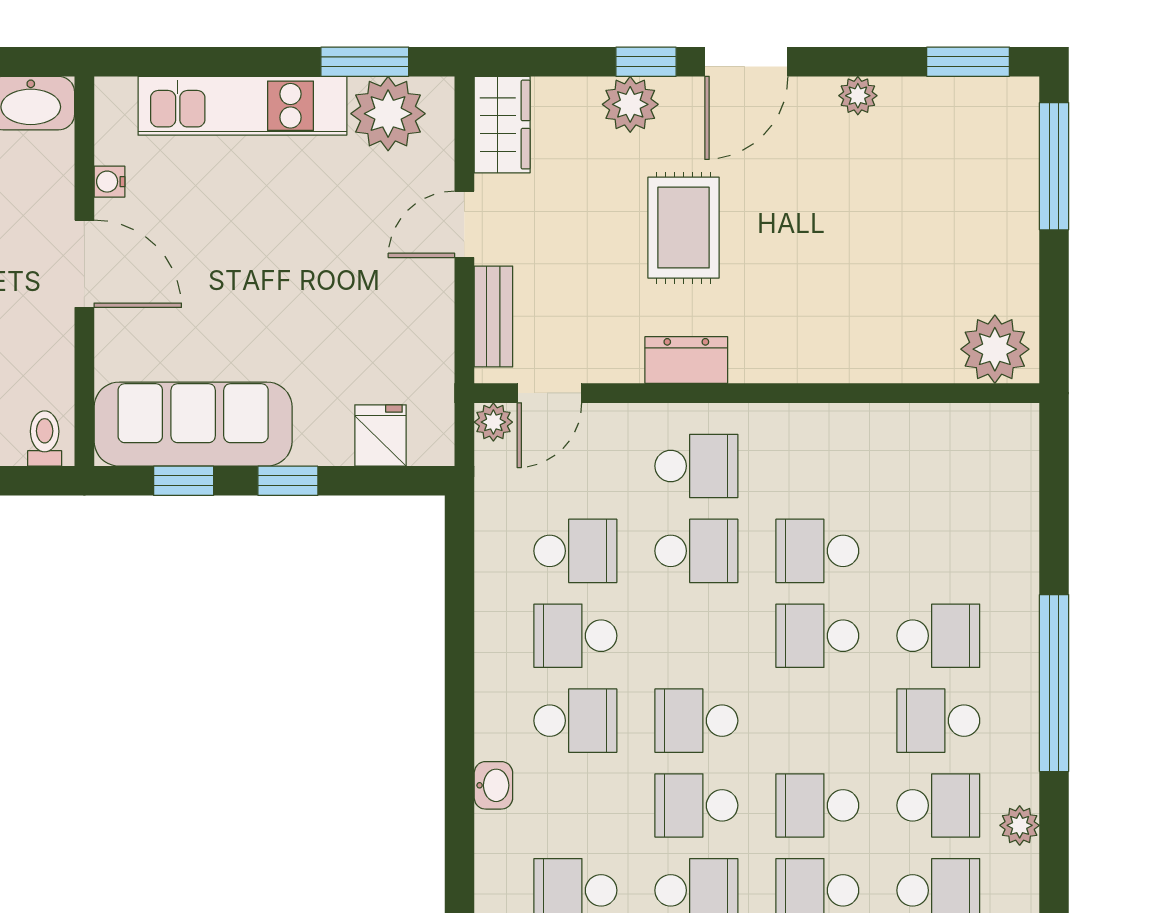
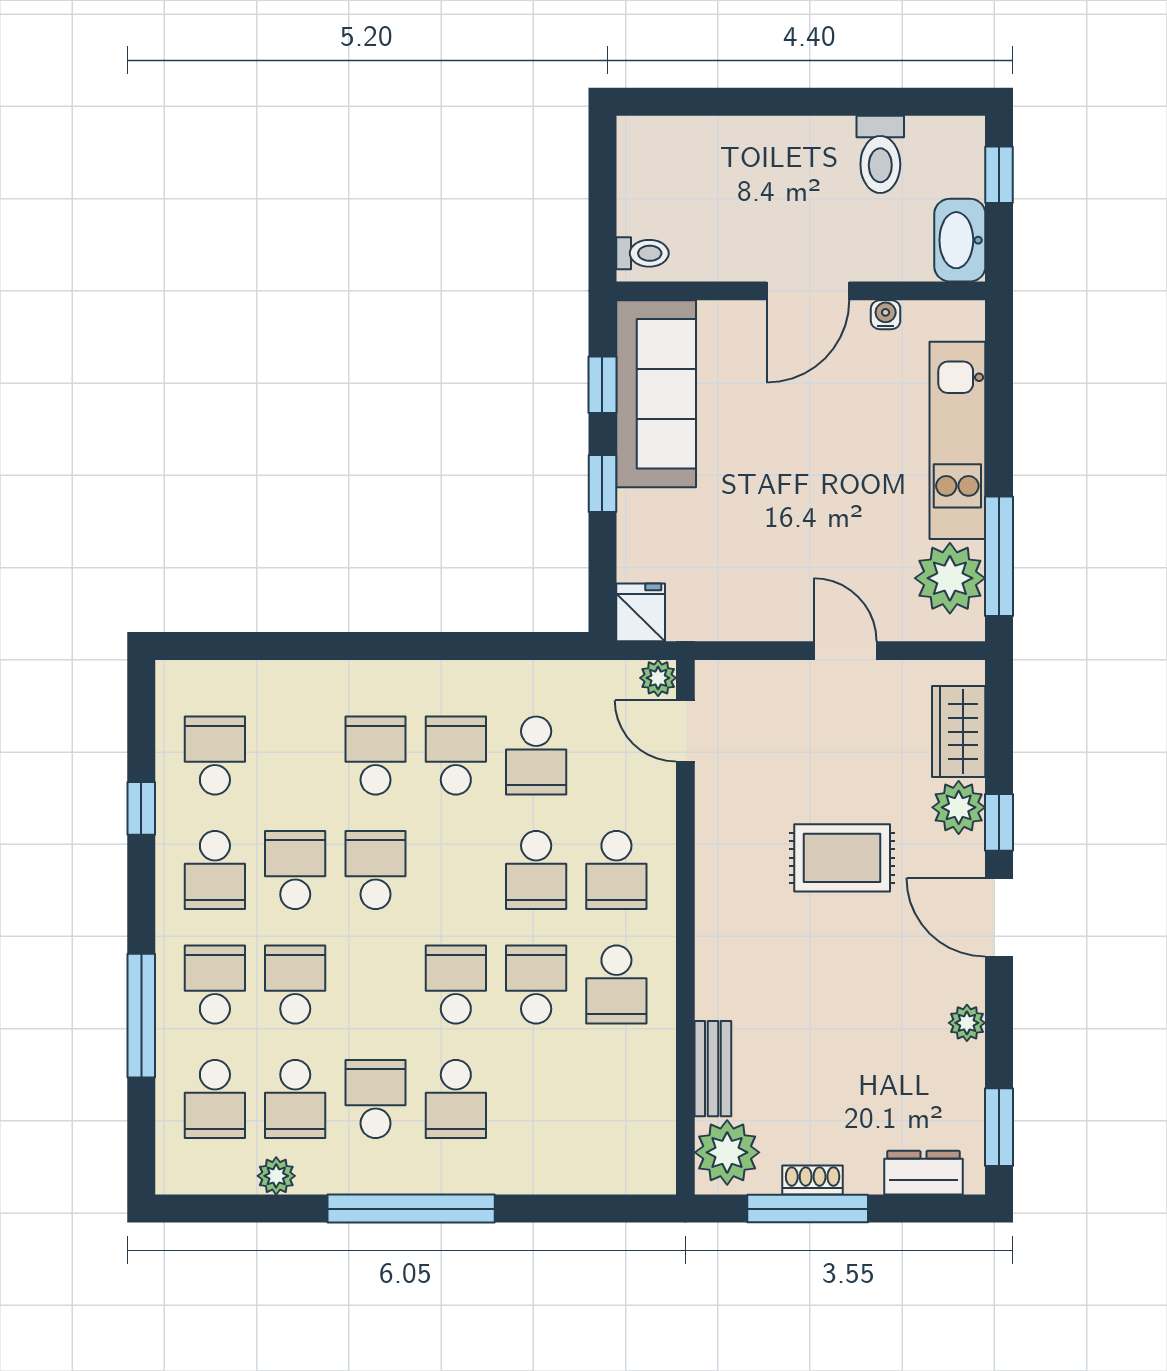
window: (365, 62) -> (999, 556), width x1.44
wardrobe: (502, 125) -> (959, 732), moved, turned 90
window: (1054, 166) -> (808, 1209), moved
shoe rack: (1024, 259) -> (813, 1180), added
bench: (493, 316) -> (713, 1069), moved, turned 90
dresser: (686, 360) -> (923, 1173), moved, turned -90
fridge: (381, 436) -> (641, 612), moved, turned -90
school desk: (817, 466) -> (616, 985), added
school desk: (575, 721) -> (376, 756), turned 180
washbasin: (493, 785) -> (314, 678), removed

